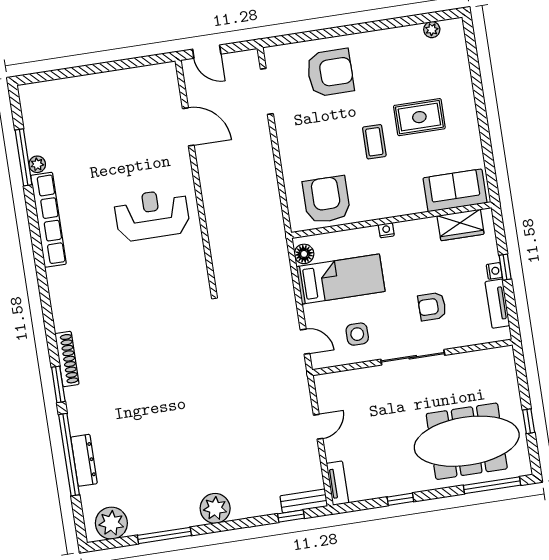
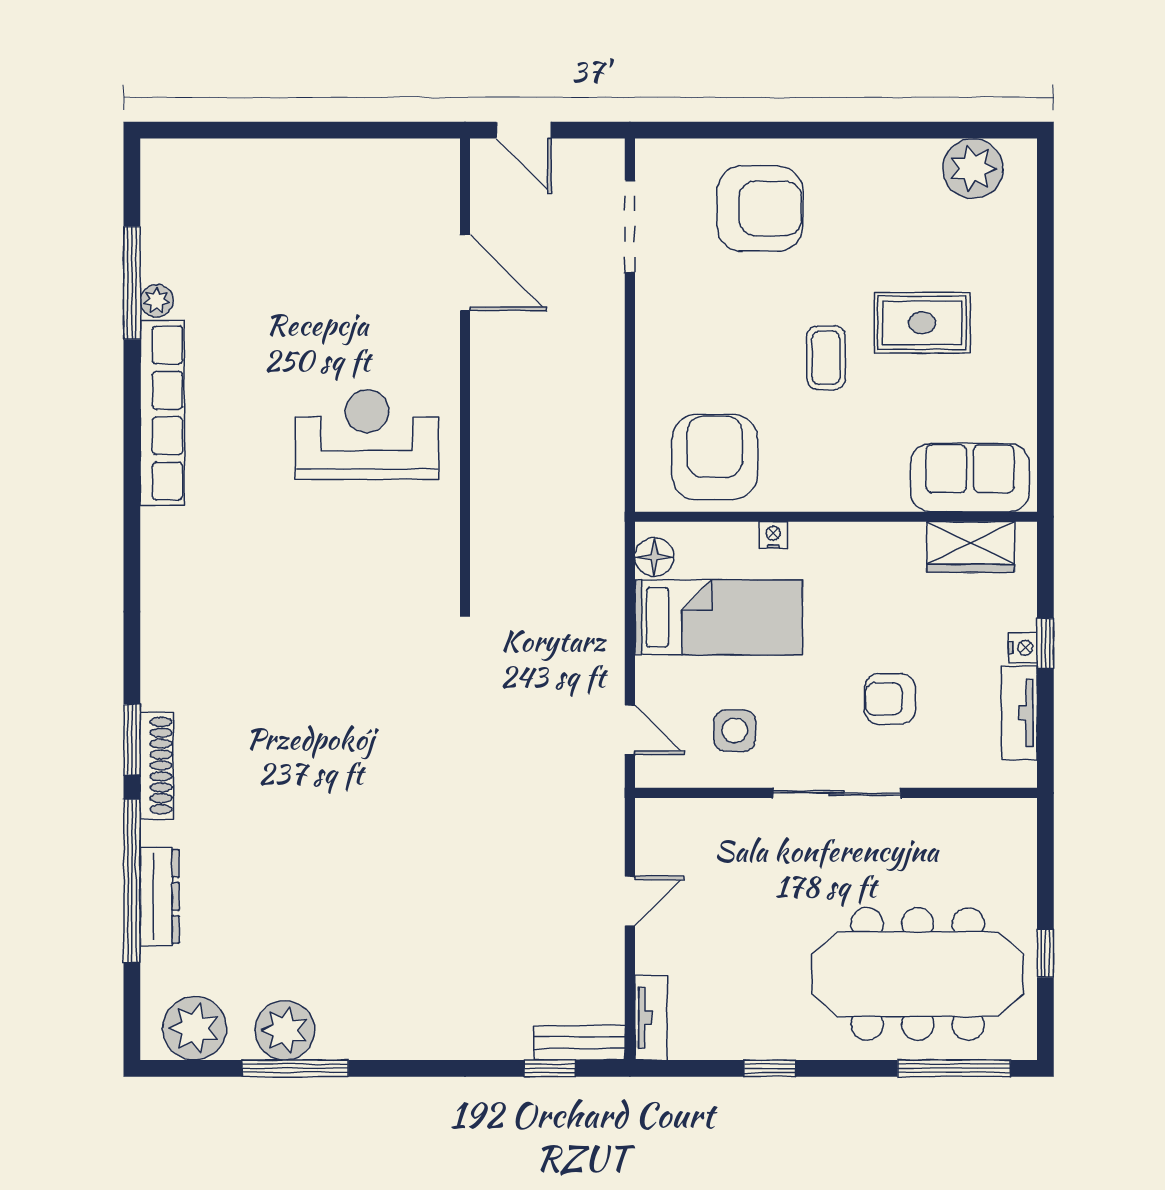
plant: (432, 30) -> (973, 168), width x1.88, depth x1.88
nightstand: (386, 230) -> (773, 535), moved
shoe rack: (67, 359) -> (157, 765), moved
plant: (215, 508) -> (285, 1030), moved

